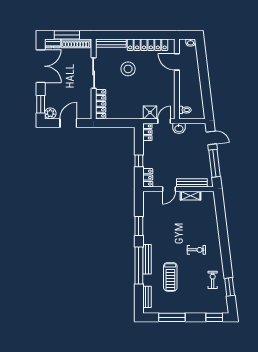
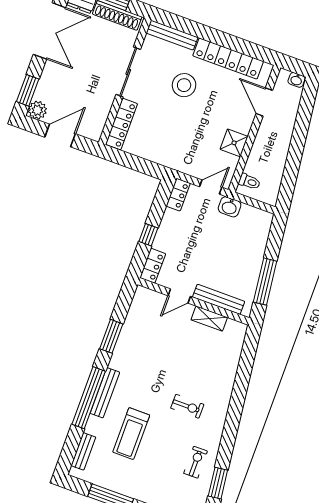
shower: (150, 112) -> (234, 143), moved
door: (211, 138) -> (275, 240), removed

